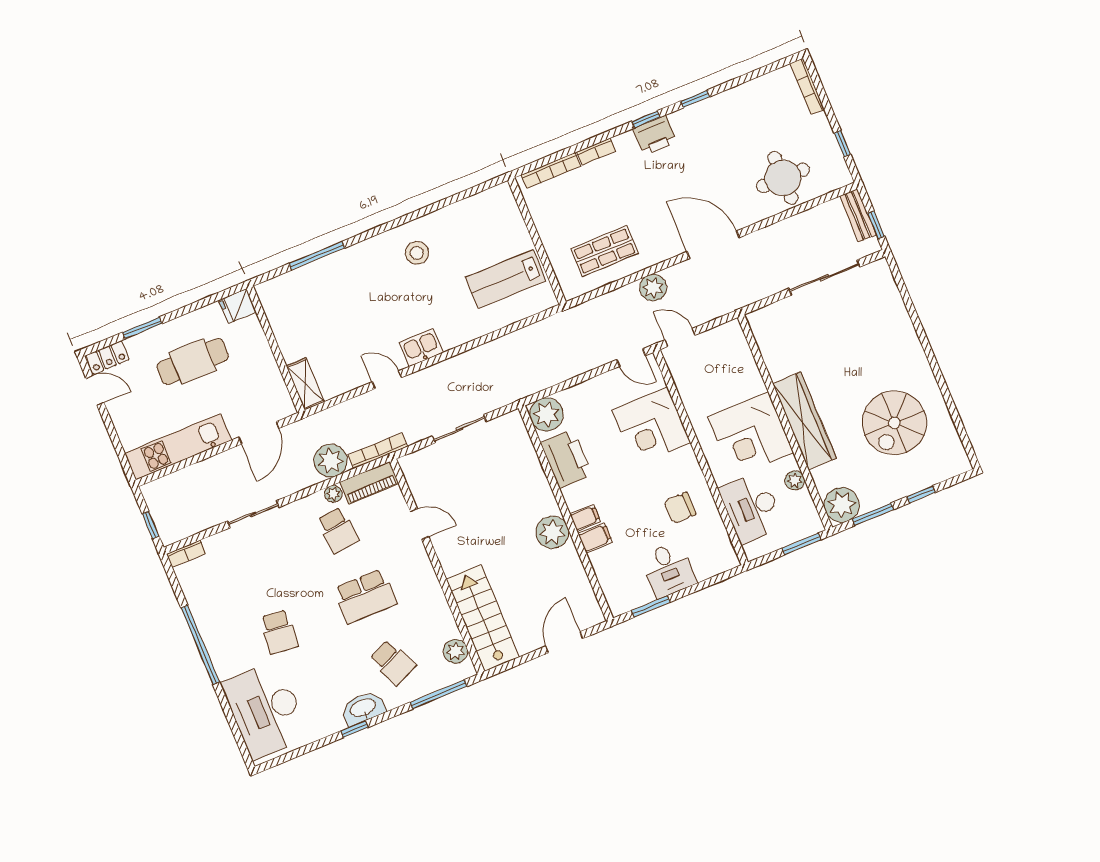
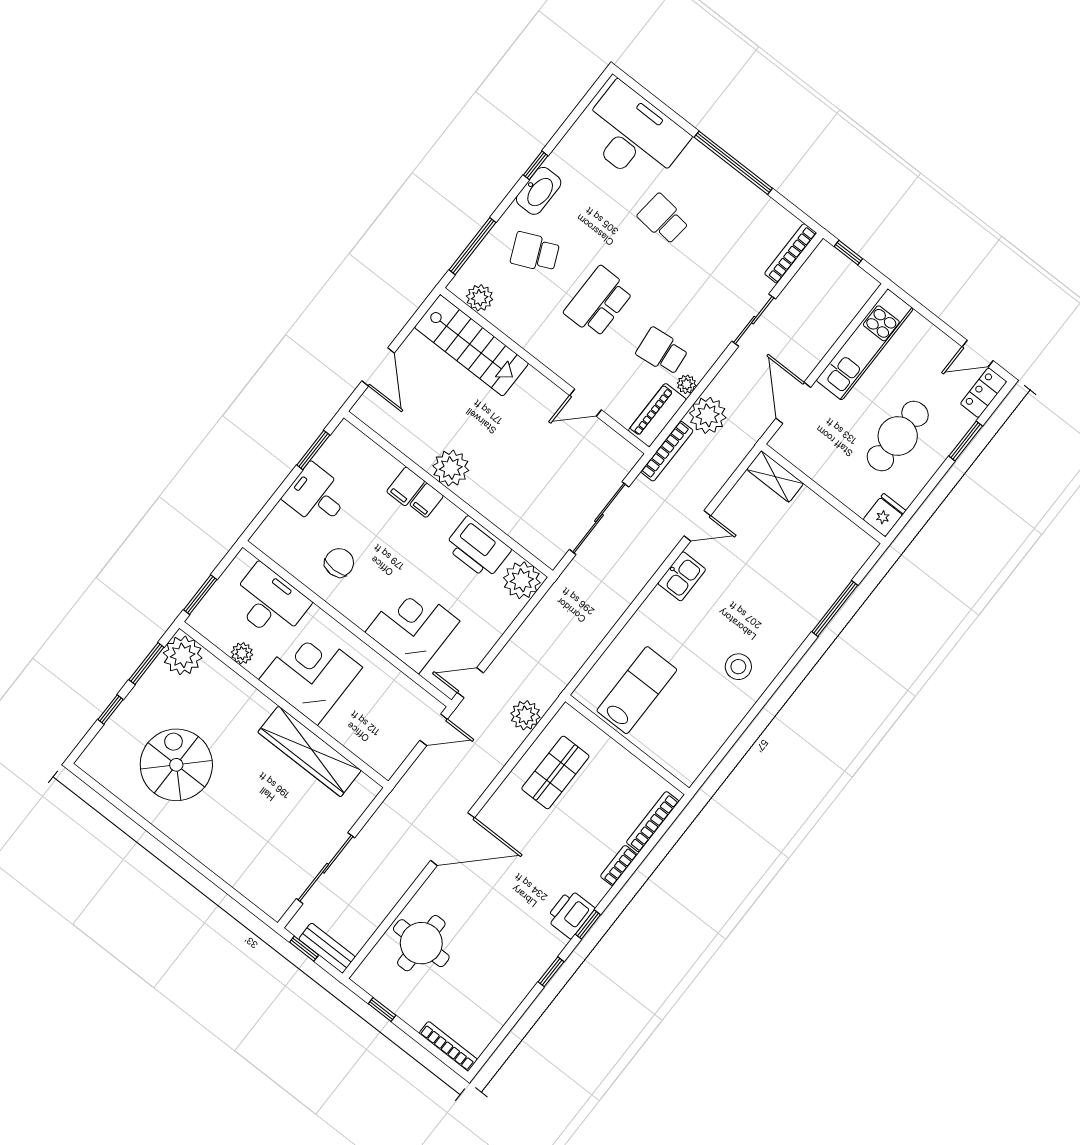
plant: (653, 288) -> (525, 715), moved
wardrobe: (804, 421) -> (310, 751), moved
sliding door: (459, 429) -> (599, 518), width x1.37
bookcase: (186, 554) -> (790, 253), width x1.56

